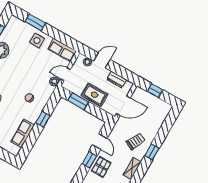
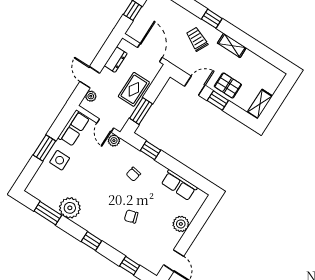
window: (35, 22) -> (44, 148), moved
window: (43, 119) -> (150, 150), moved

